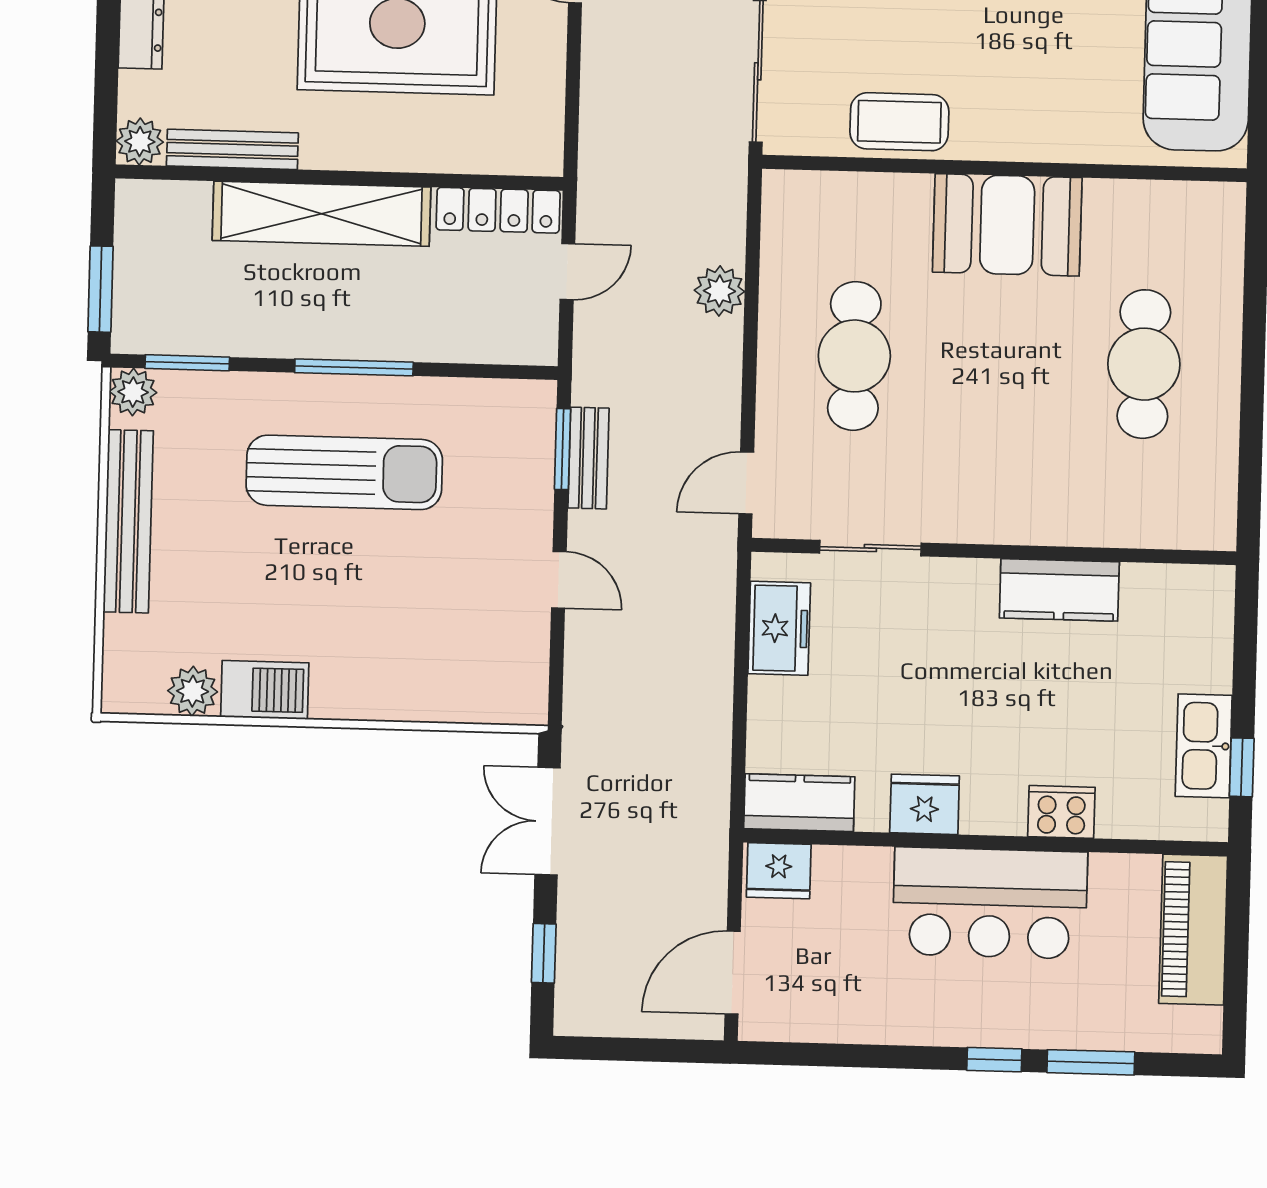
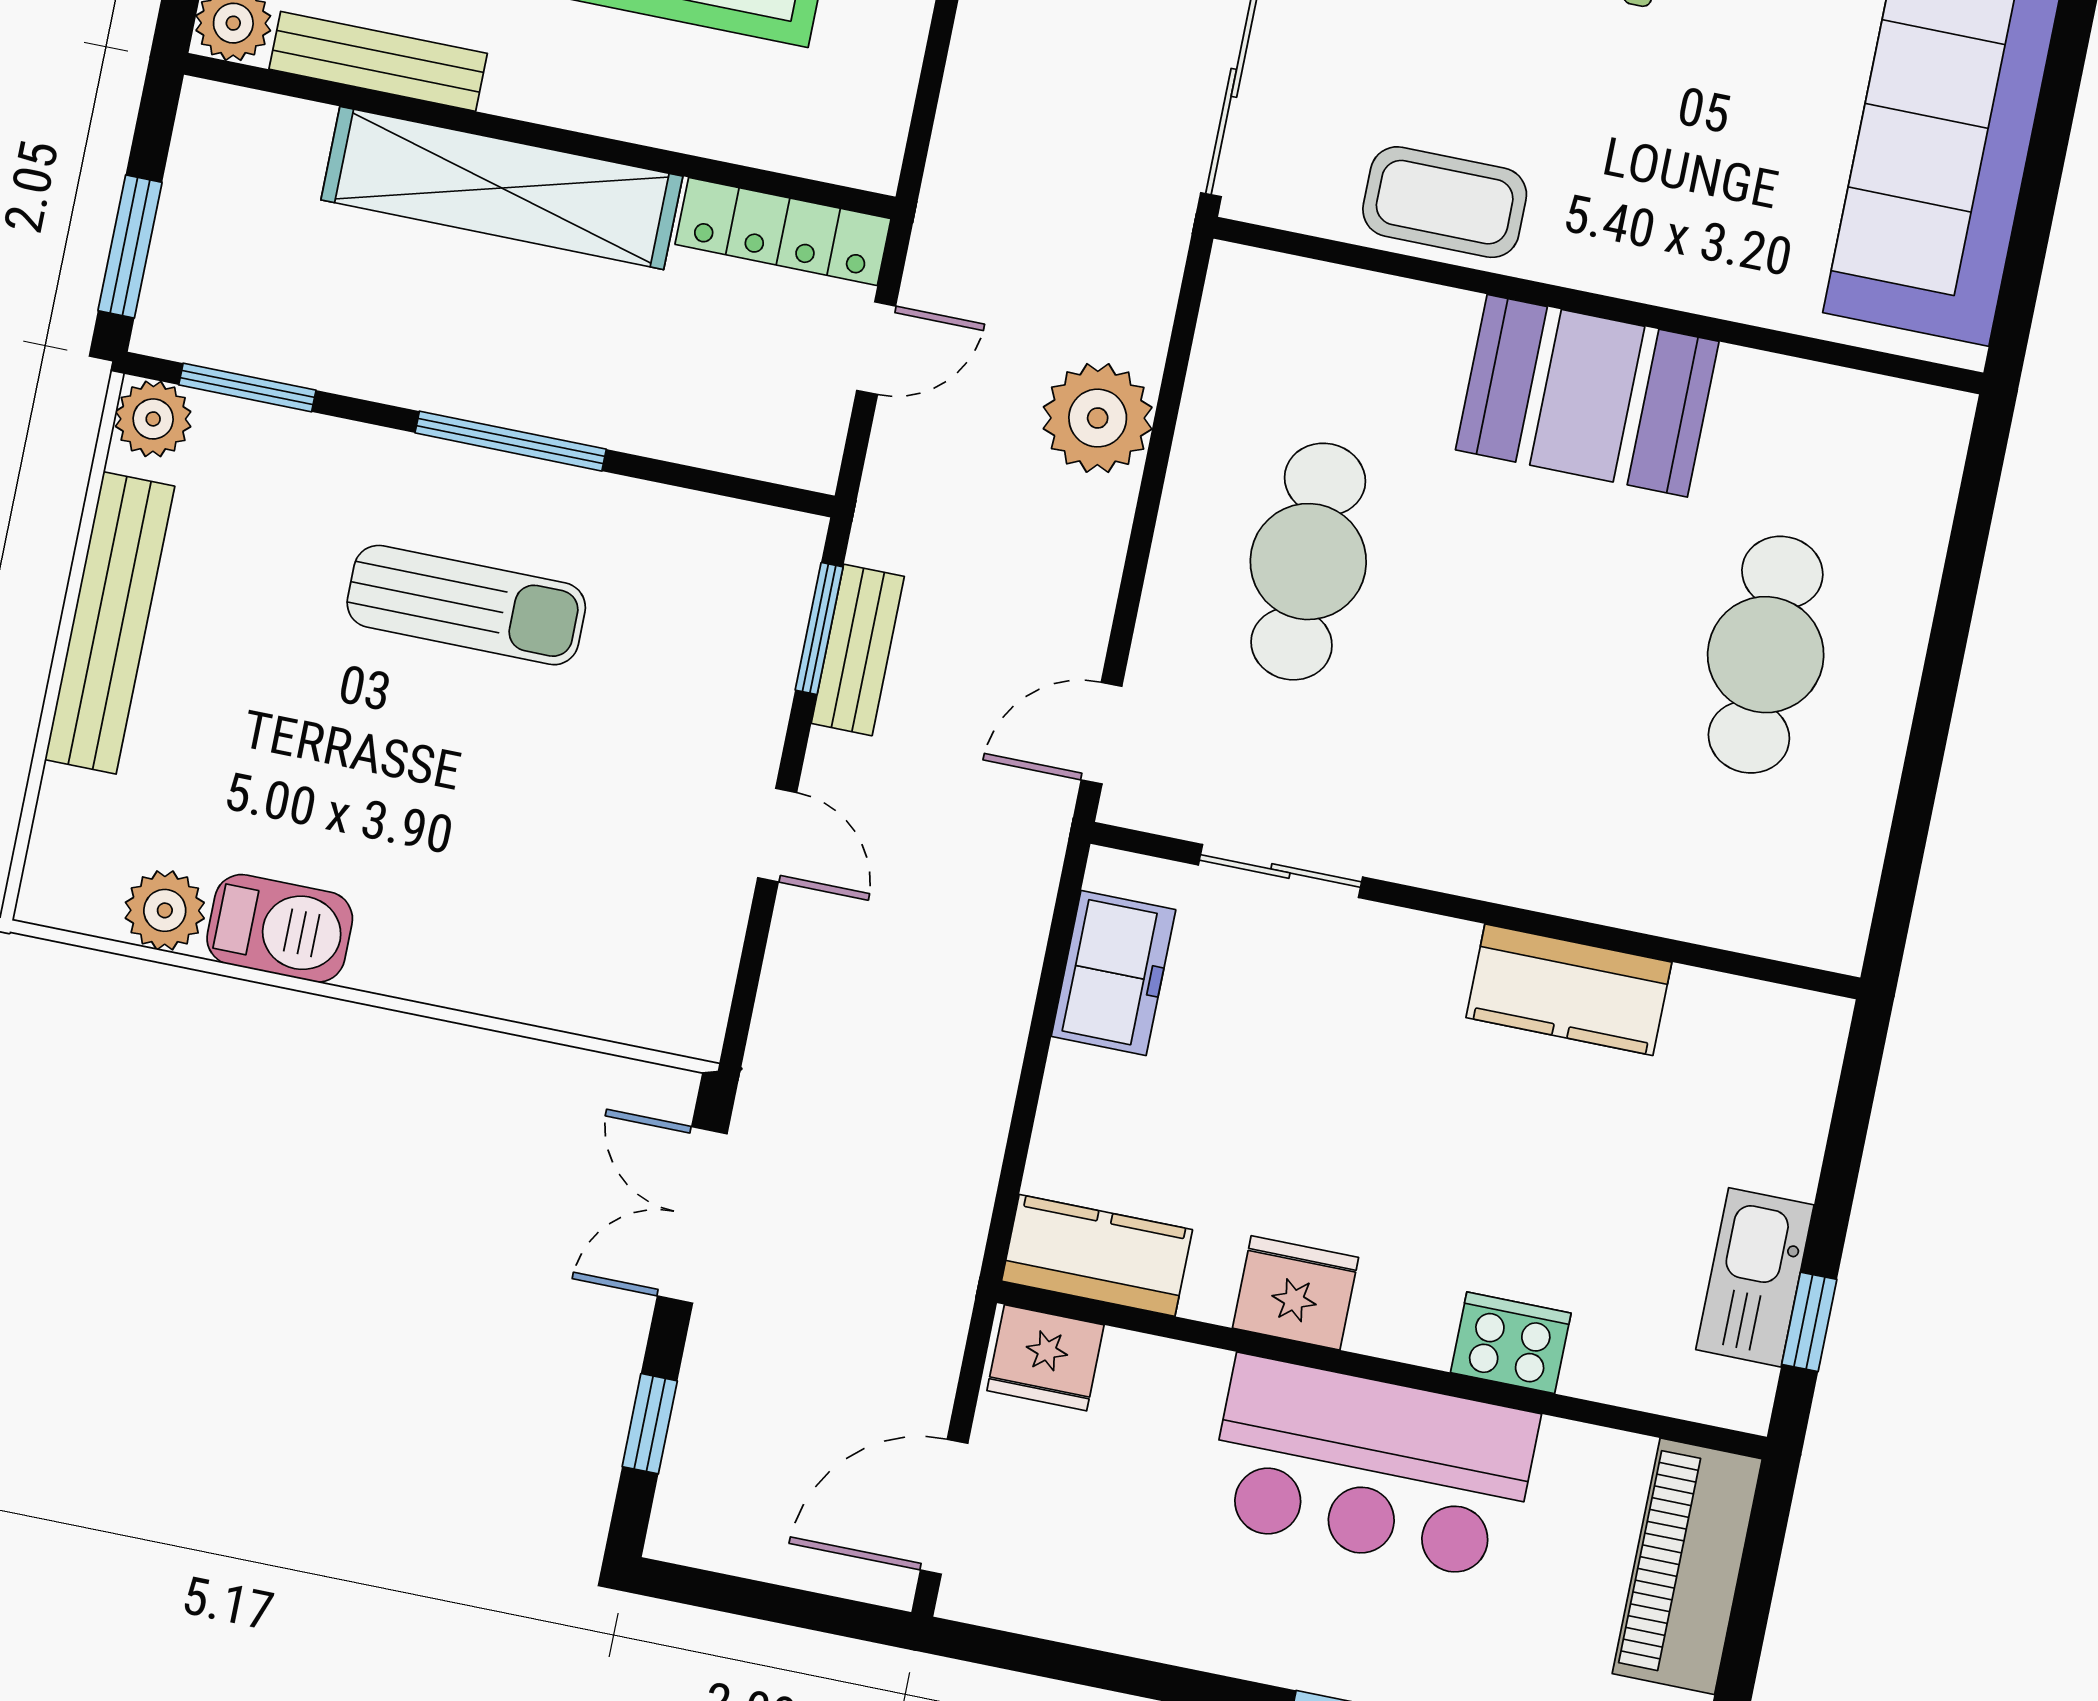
plant: (719, 291) -> (1098, 418), width x1.36, depth x1.36
sun lounger: (344, 472) -> (466, 605), width x0.73, depth x0.75

